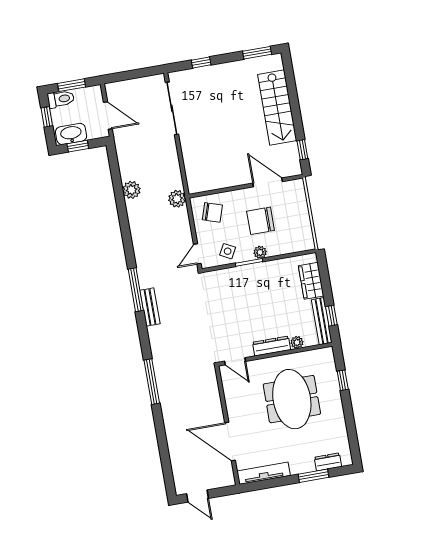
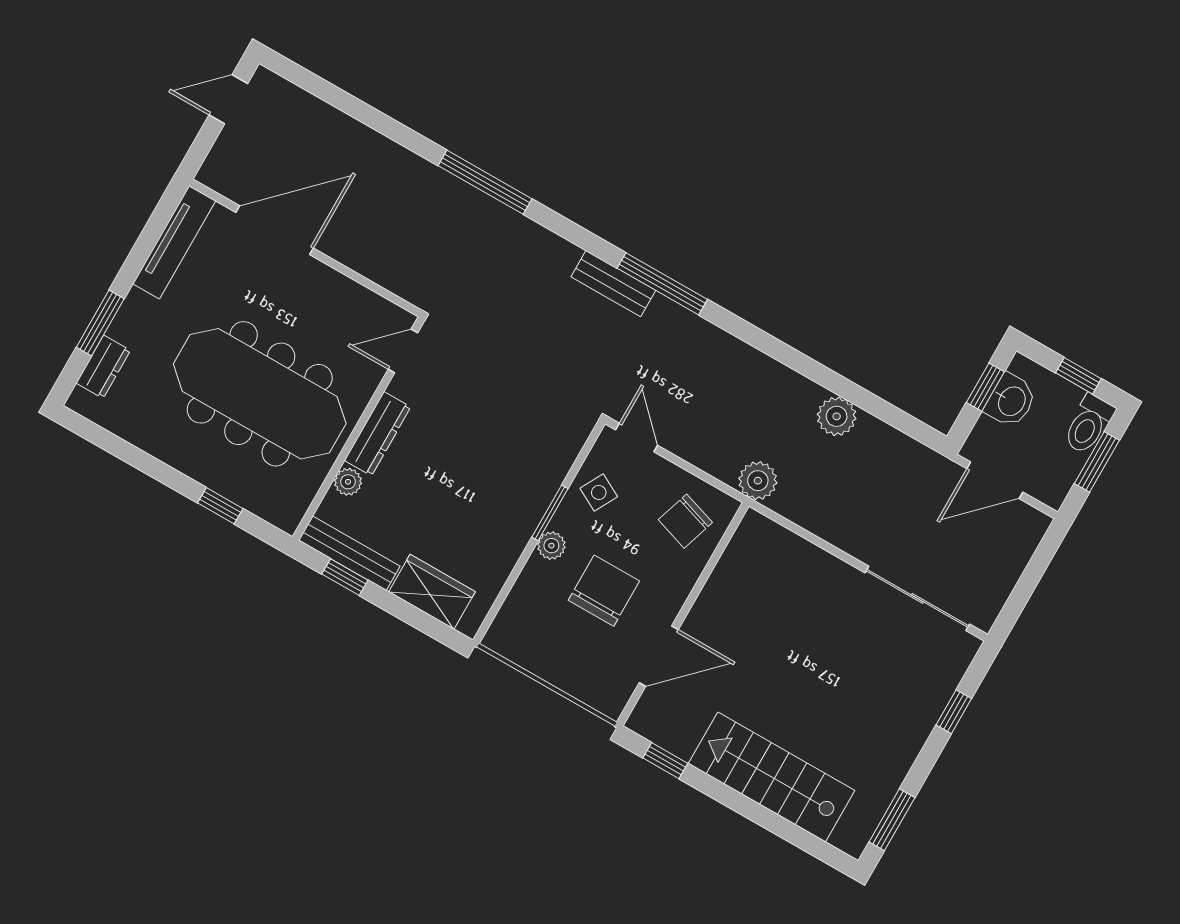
washbasin: (71, 134) -> (1011, 401), width x0.72
meeting table: (292, 399) -> (260, 394), width x1.36

